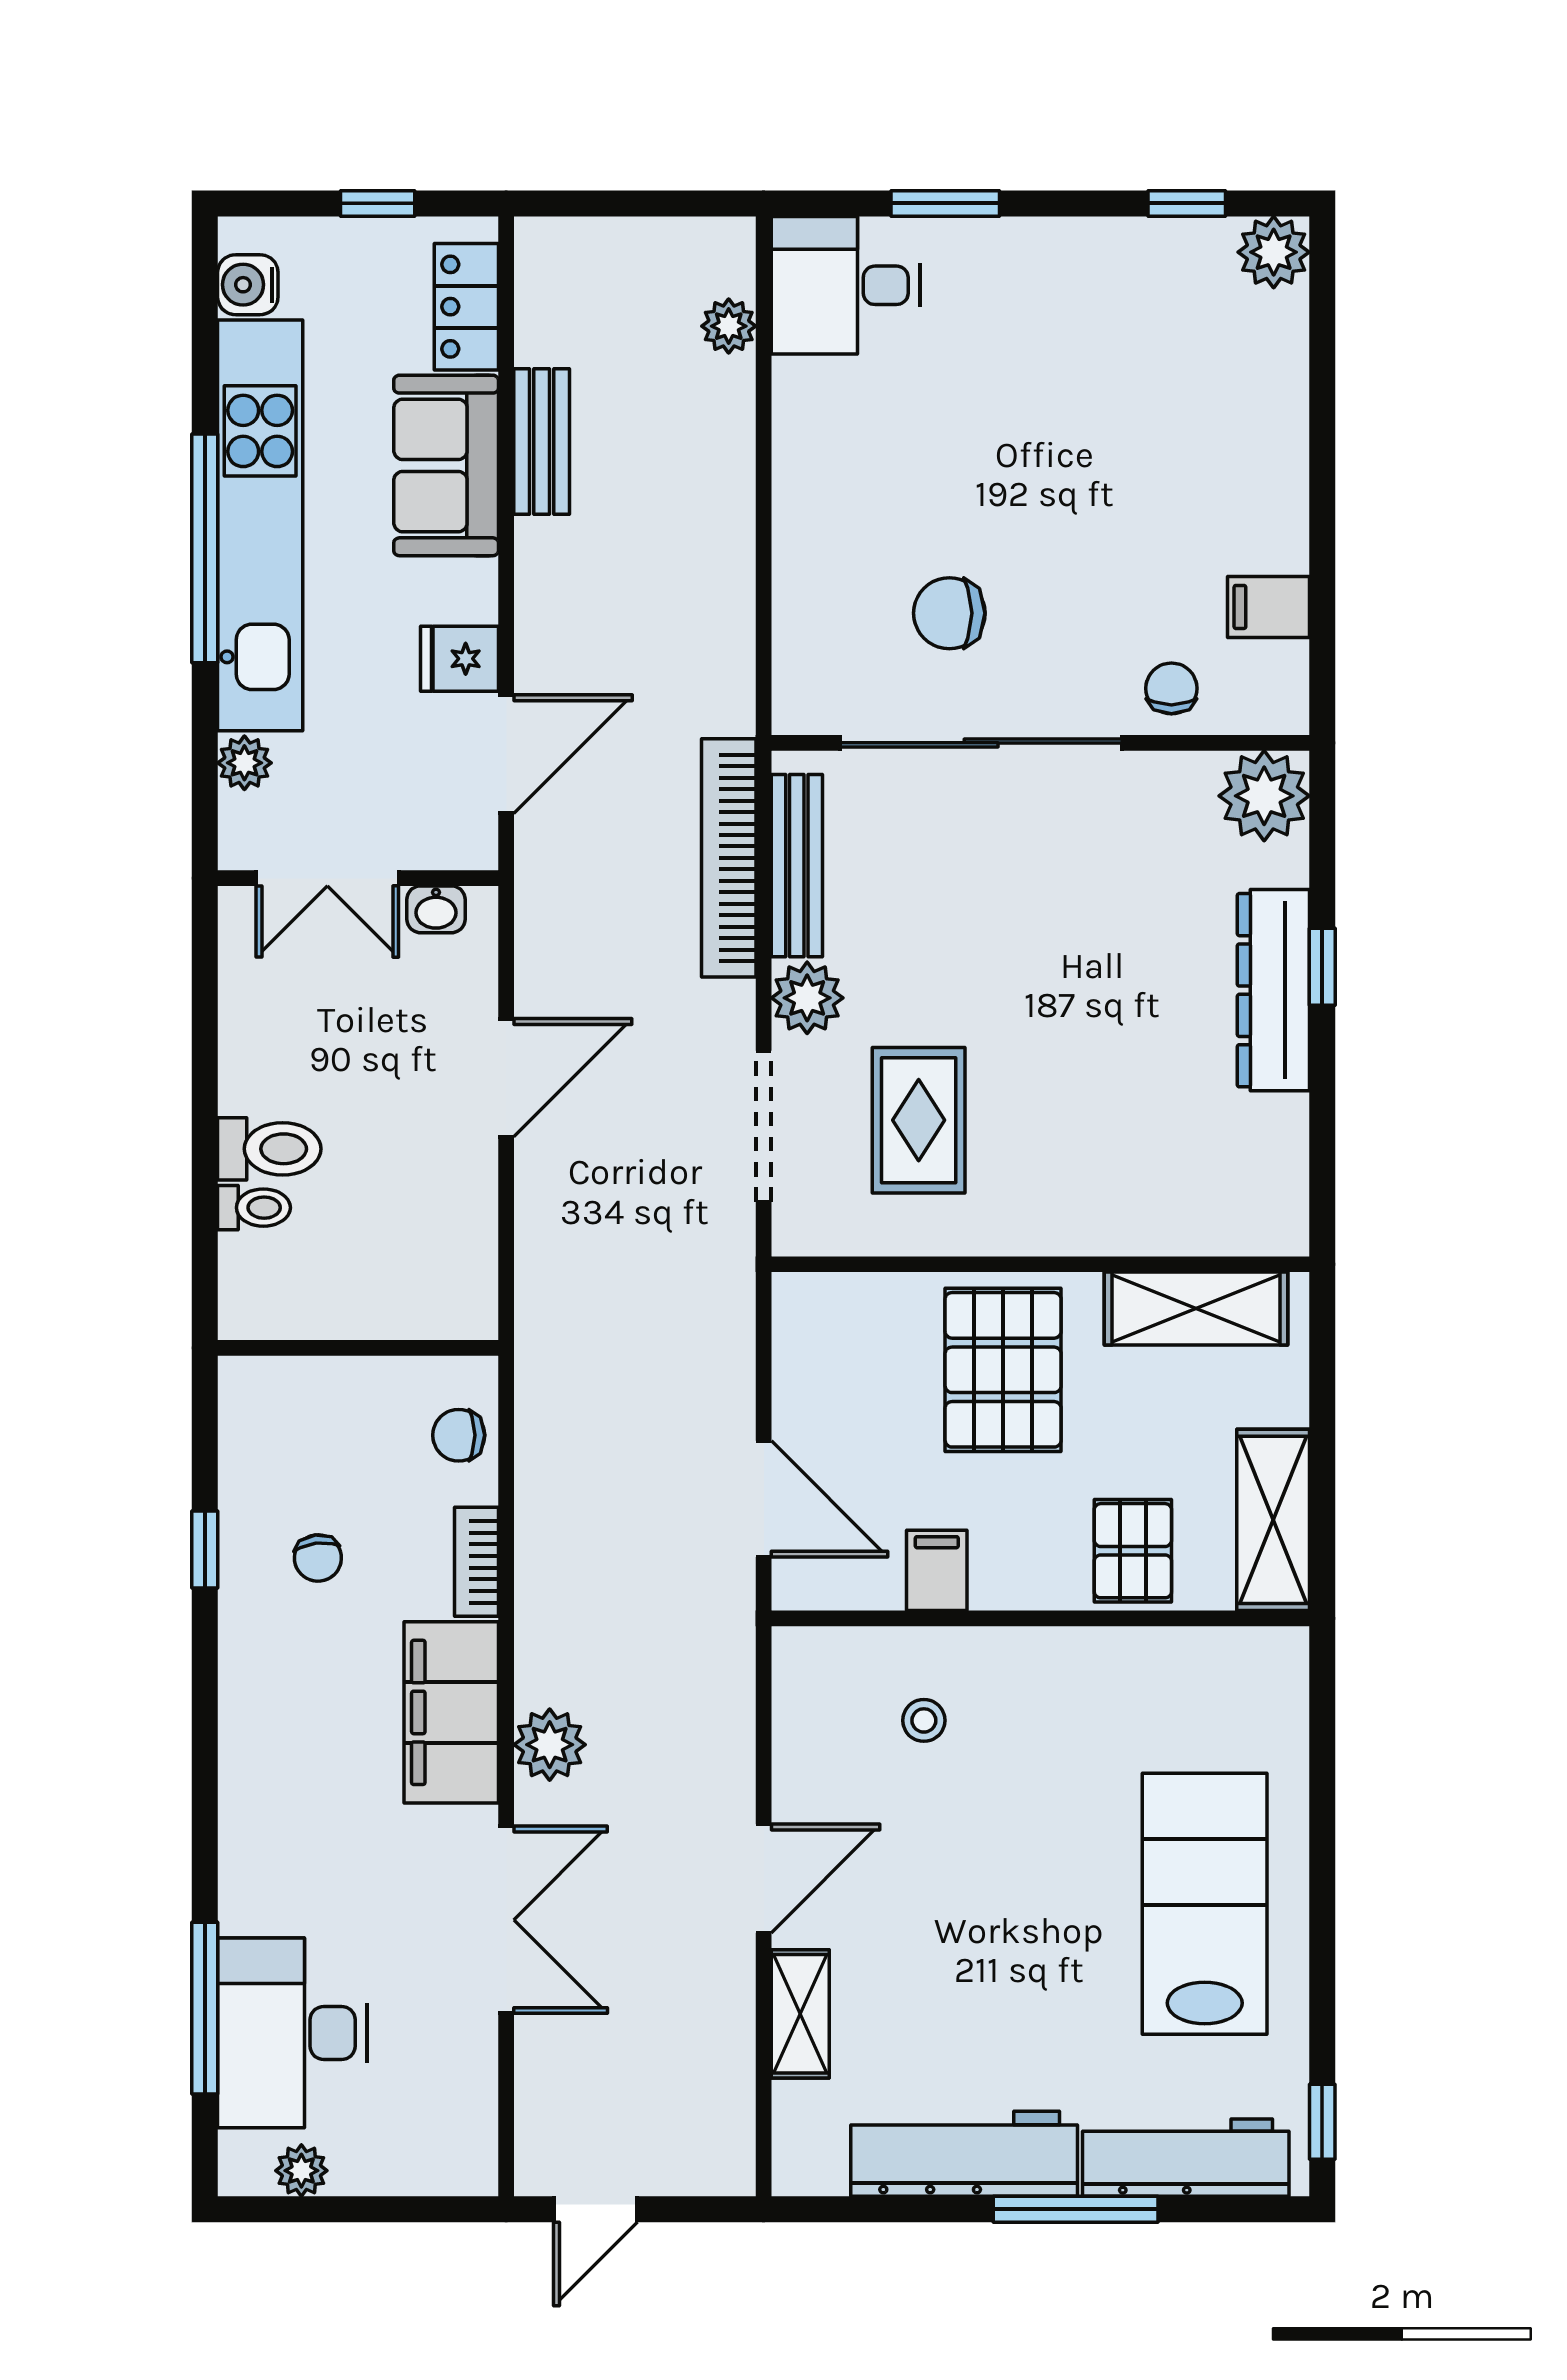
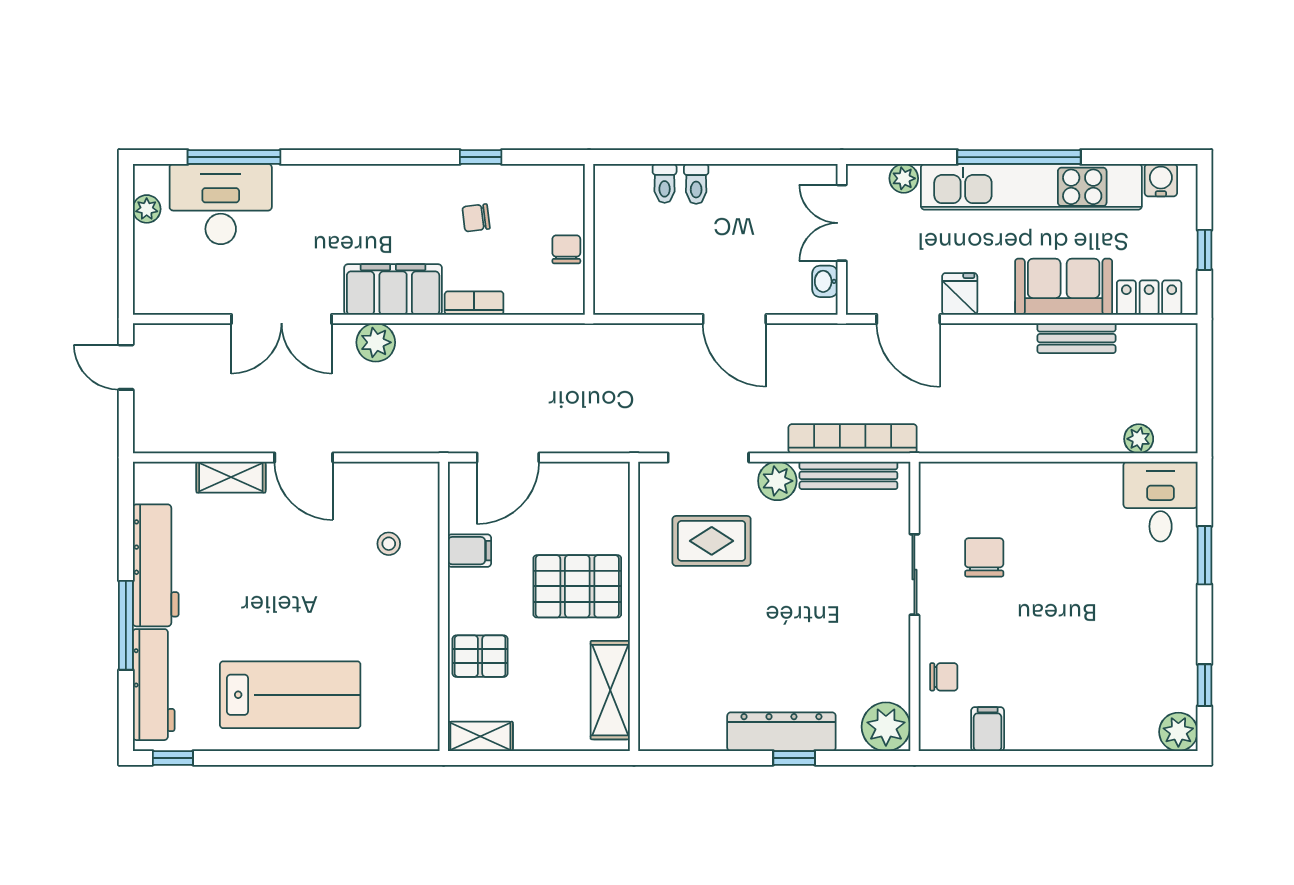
sliding door: (981, 743) -> (914, 575), width x0.54
toilet: (269, 1149) -> (696, 184), width x0.73, depth x0.72
chair: (459, 1435) -> (566, 249), moved
shelving: (1273, 1520) -> (480, 736), width x0.67, depth x0.75

